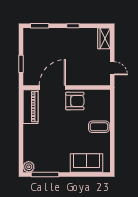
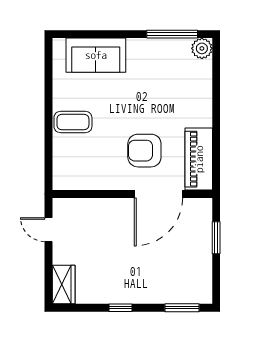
armchair: (75, 101) -> (144, 151), moved

